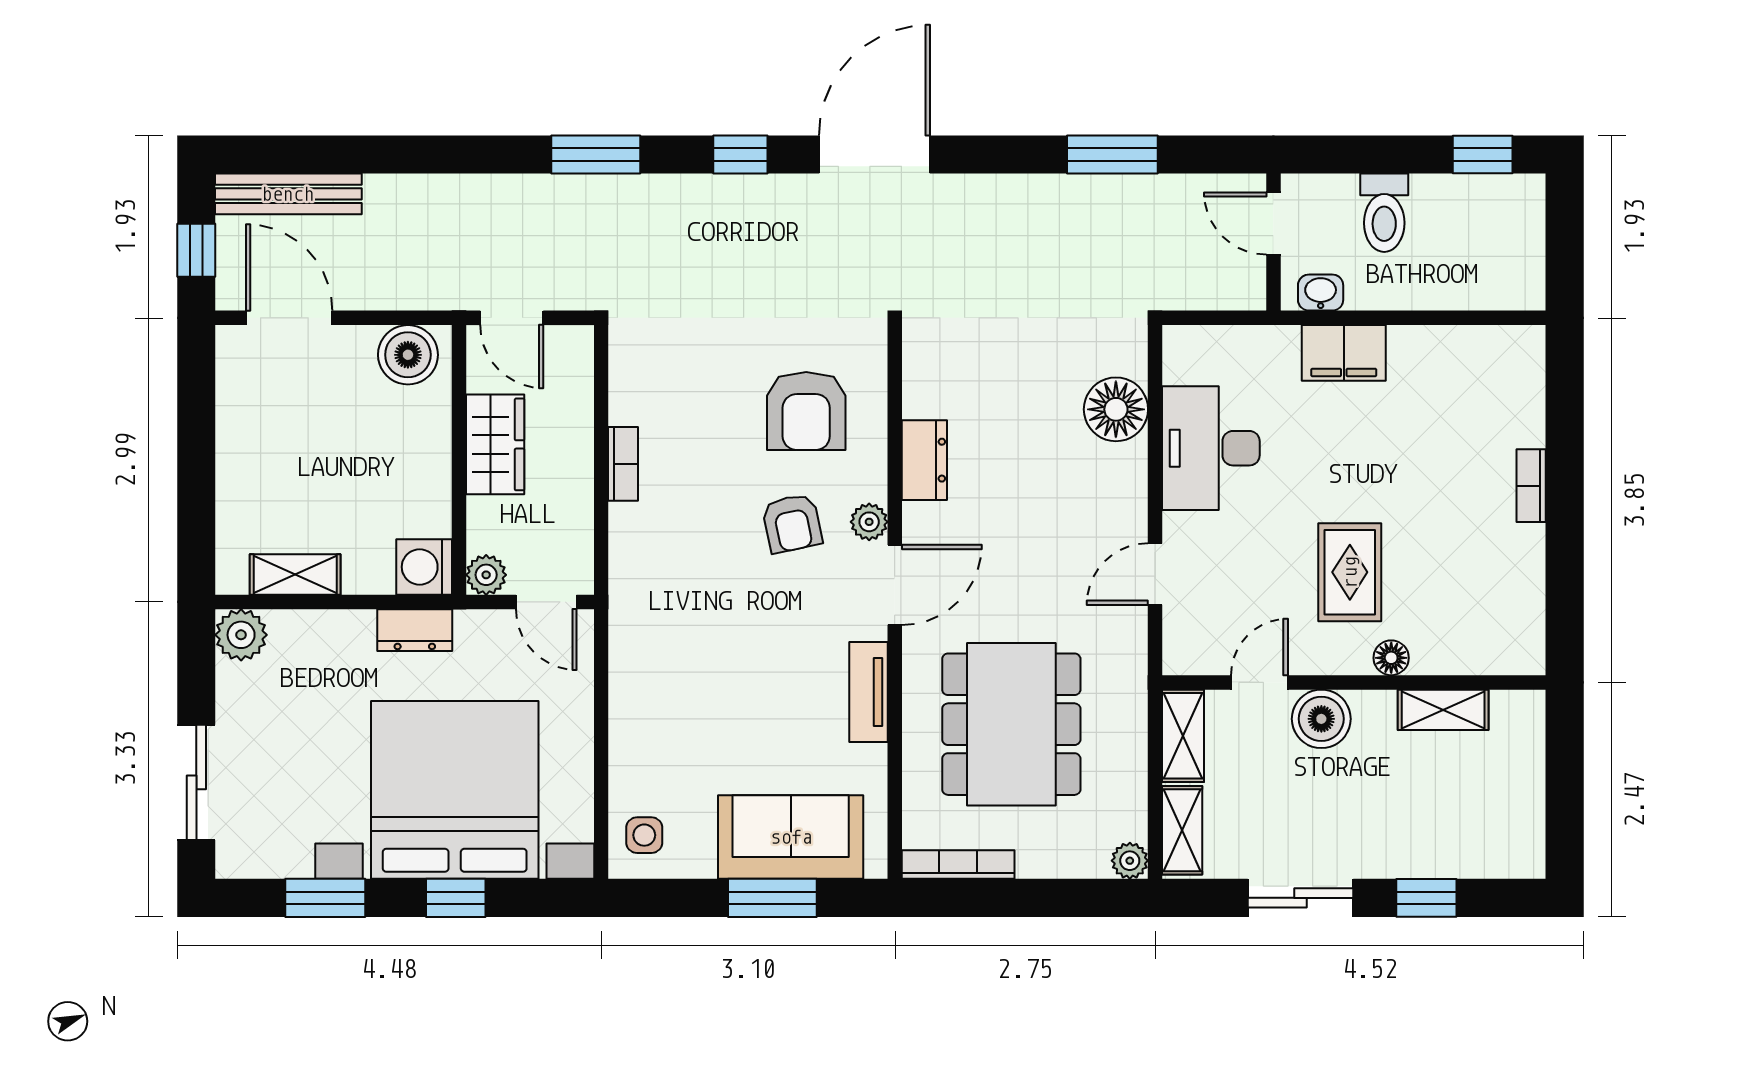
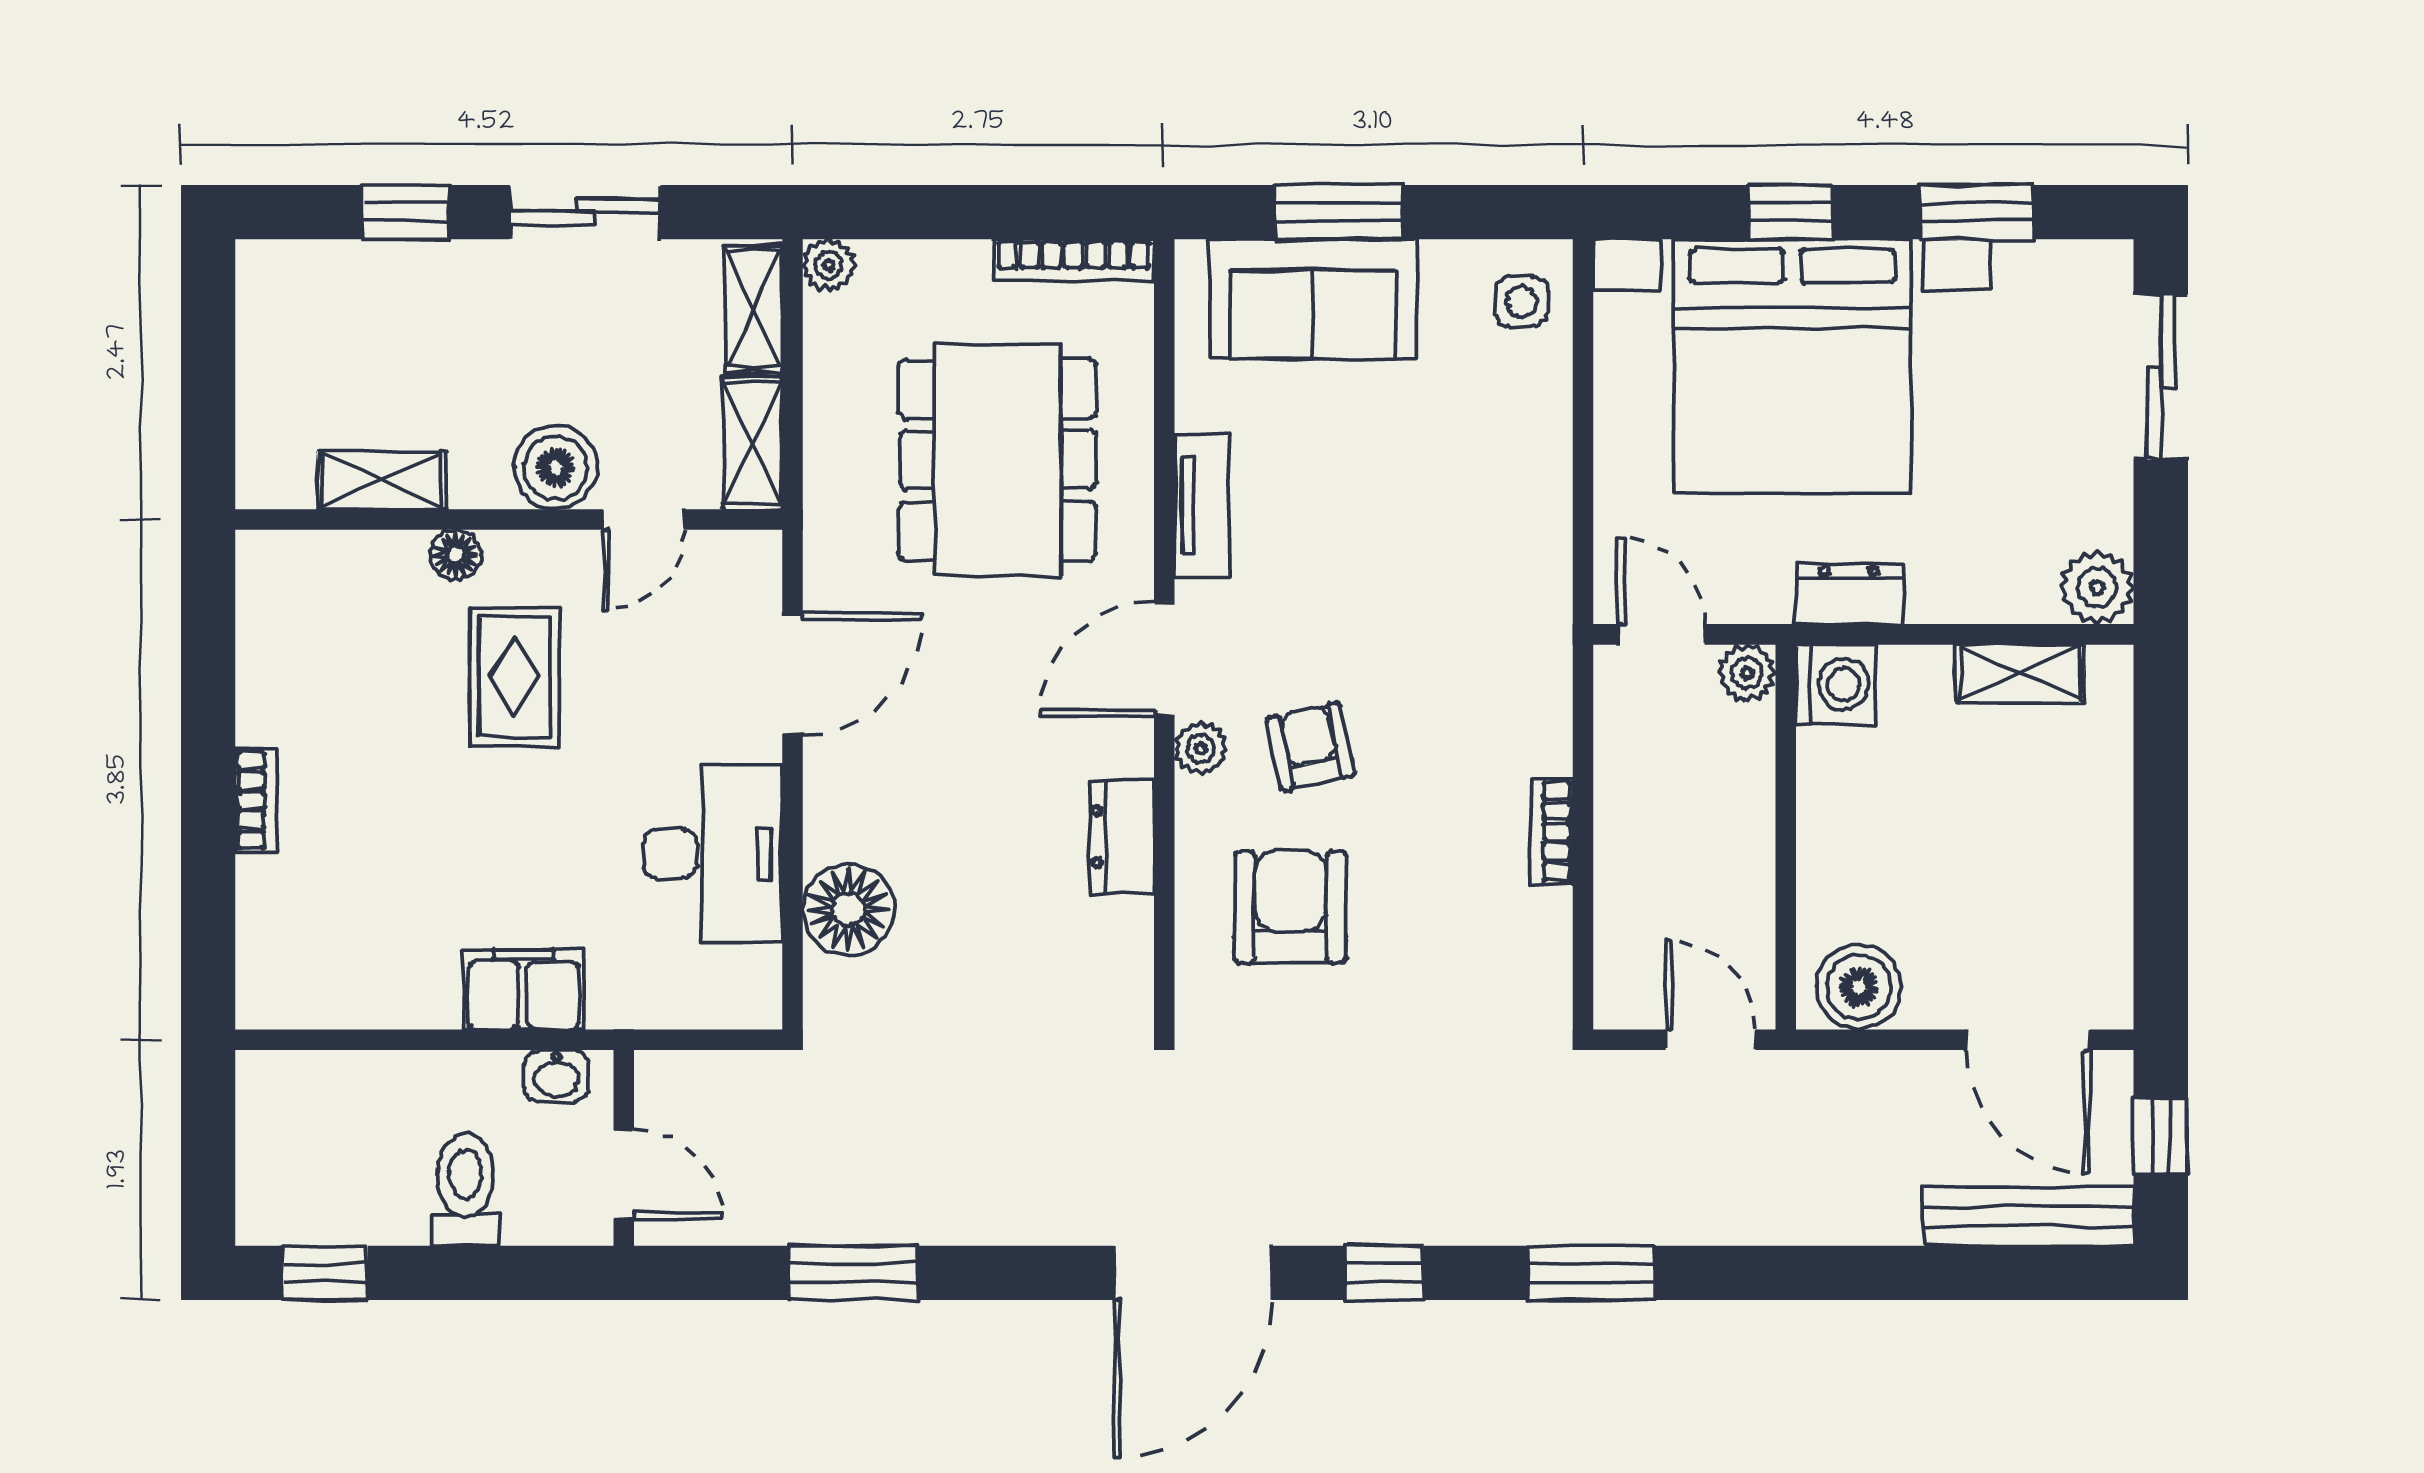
wardrobe: (495, 444) -> (1734, 859), removed
door: (1155, 574) -> (793, 674), width x1.38

